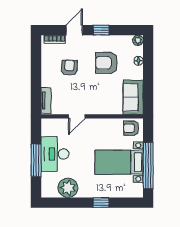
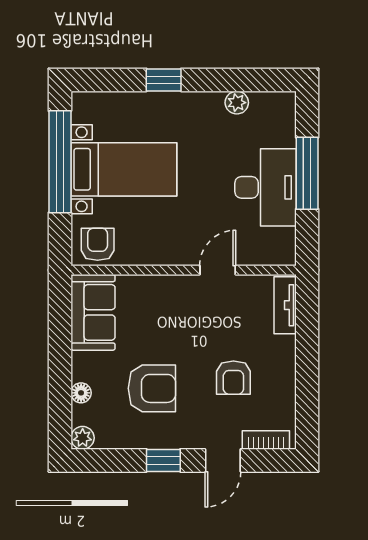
armchair: (131, 128) -> (98, 244), turned -90
plant: (68, 188) -> (237, 103), width x0.53, depth x0.53

